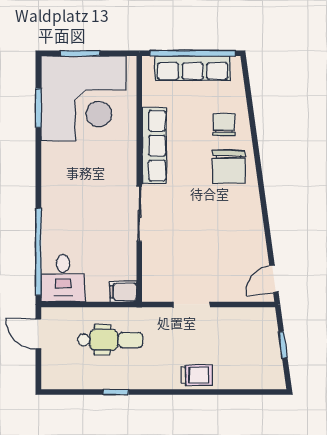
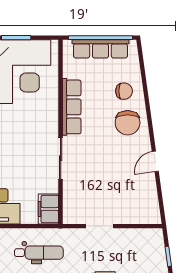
chair: (224, 125) -> (124, 91), turned 90
door: (274, 279) -> (155, 161), moved
filing cabinet: (123, 292) -> (48, 209), width x2.00

